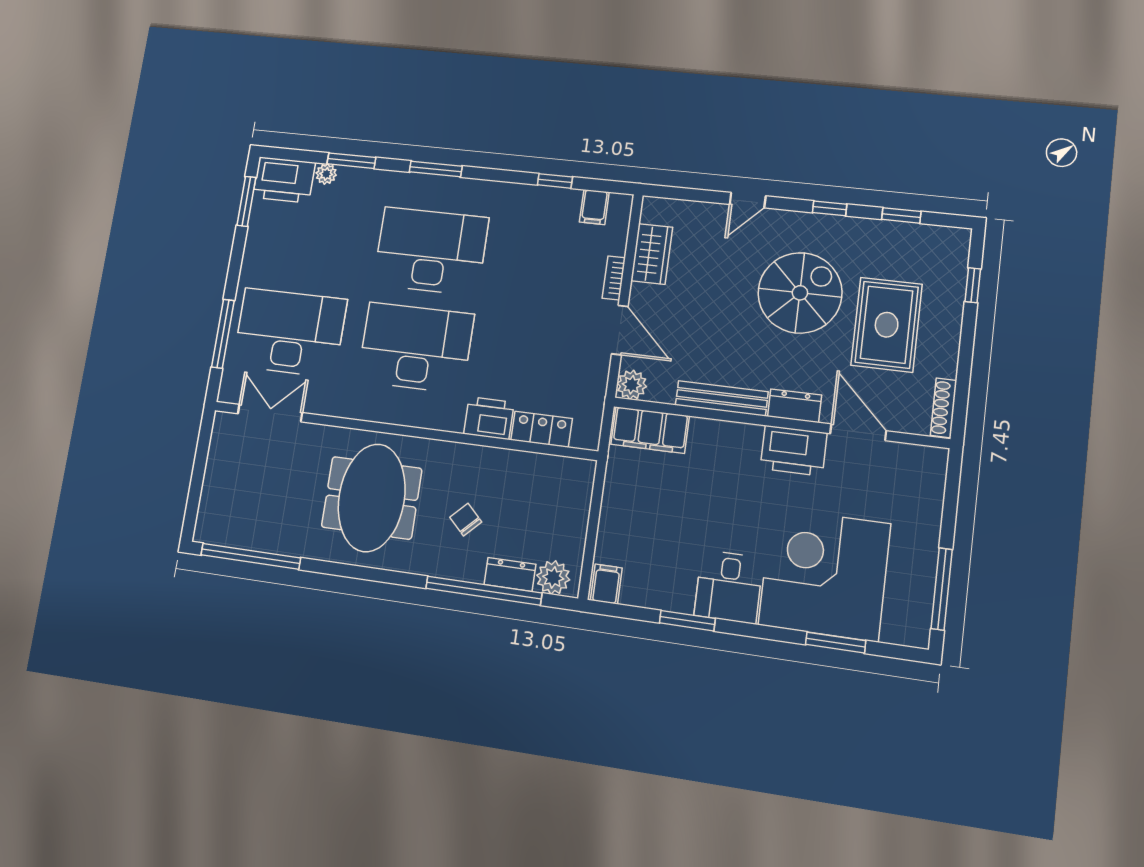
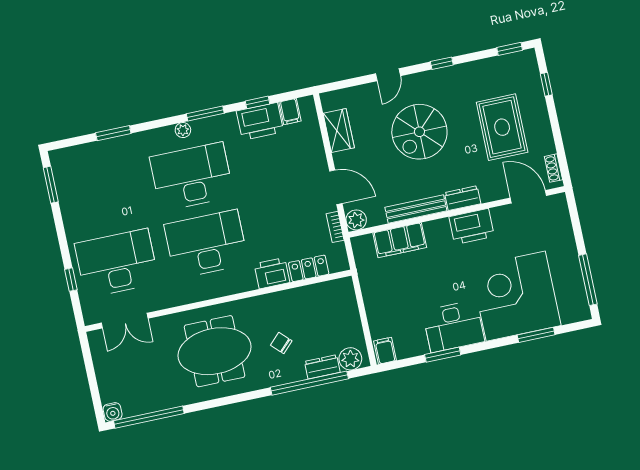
window: (436, 169) -> (205, 114), moved
plant: (326, 174) -> (183, 130), moved
printer: (284, 180) -> (260, 121), moved
window: (901, 215) -> (510, 49), moved
bookcase: (614, 278) -> (335, 227), moved
spiral stairs: (800, 293) -> (419, 132), moved, turned 180
window: (223, 334) -> (71, 280), width x0.46
shoe rack: (944, 408) -> (553, 168), width x0.70
double door: (270, 413) -> (125, 321), swing flipped
filing cabinet: (650, 430) -> (400, 240), moved
door: (858, 432) -> (528, 197), moved
meeting table: (372, 498) -> (215, 351), turned 90
water cooler: (206, 531) -> (113, 412), added
desk: (729, 587) -> (453, 326), width x1.37

